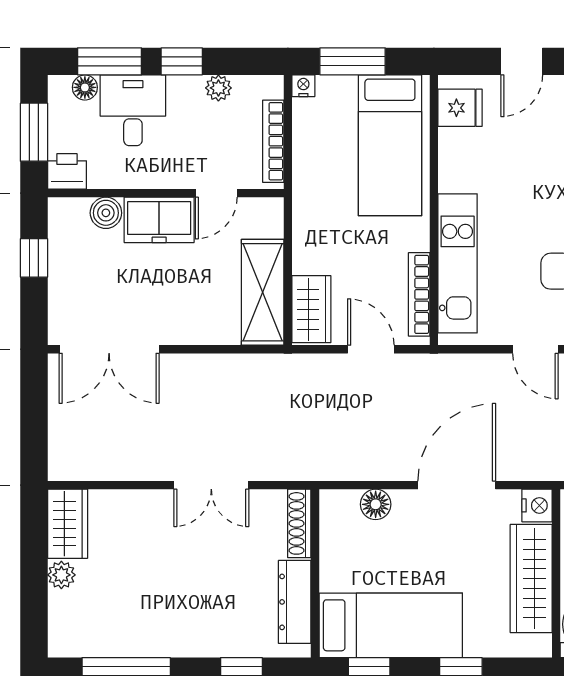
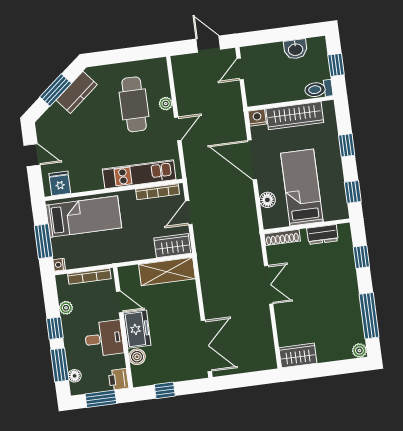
desk: (133, 110) -> (104, 339), moved, turned 180
plant: (61, 575) -> (359, 350), moved
dresser: (295, 602) -> (323, 234), width x0.70
bed: (391, 625) -> (302, 187), moved

